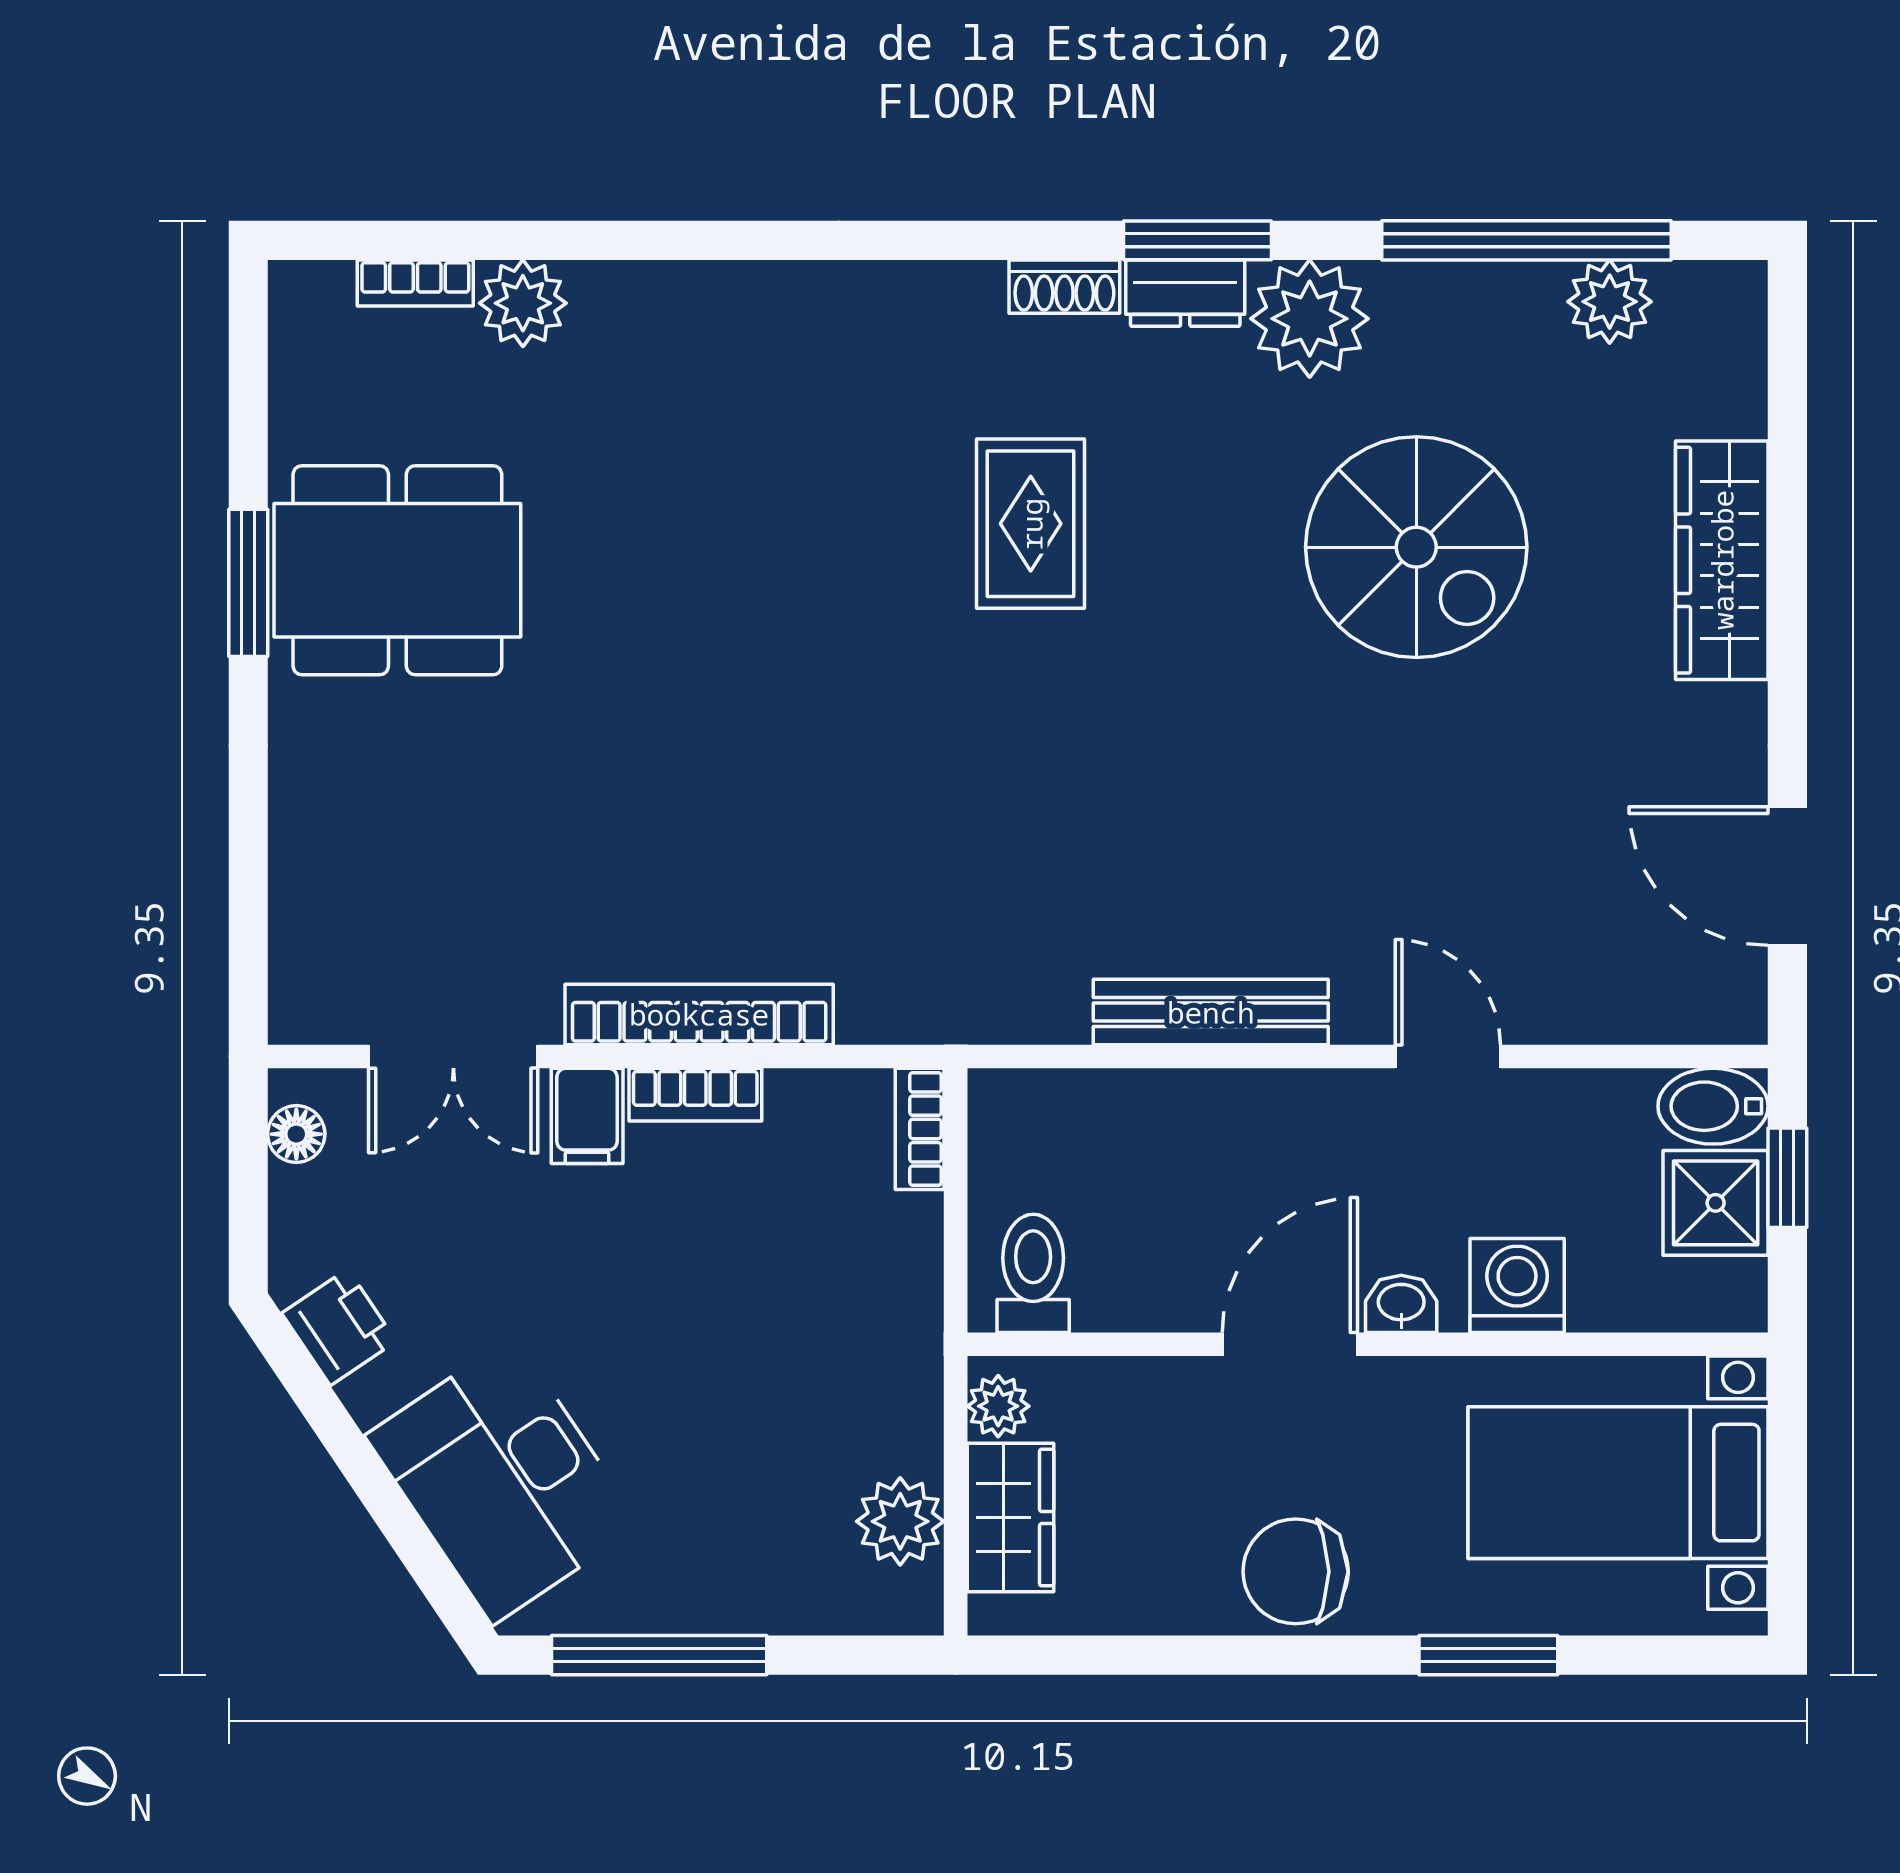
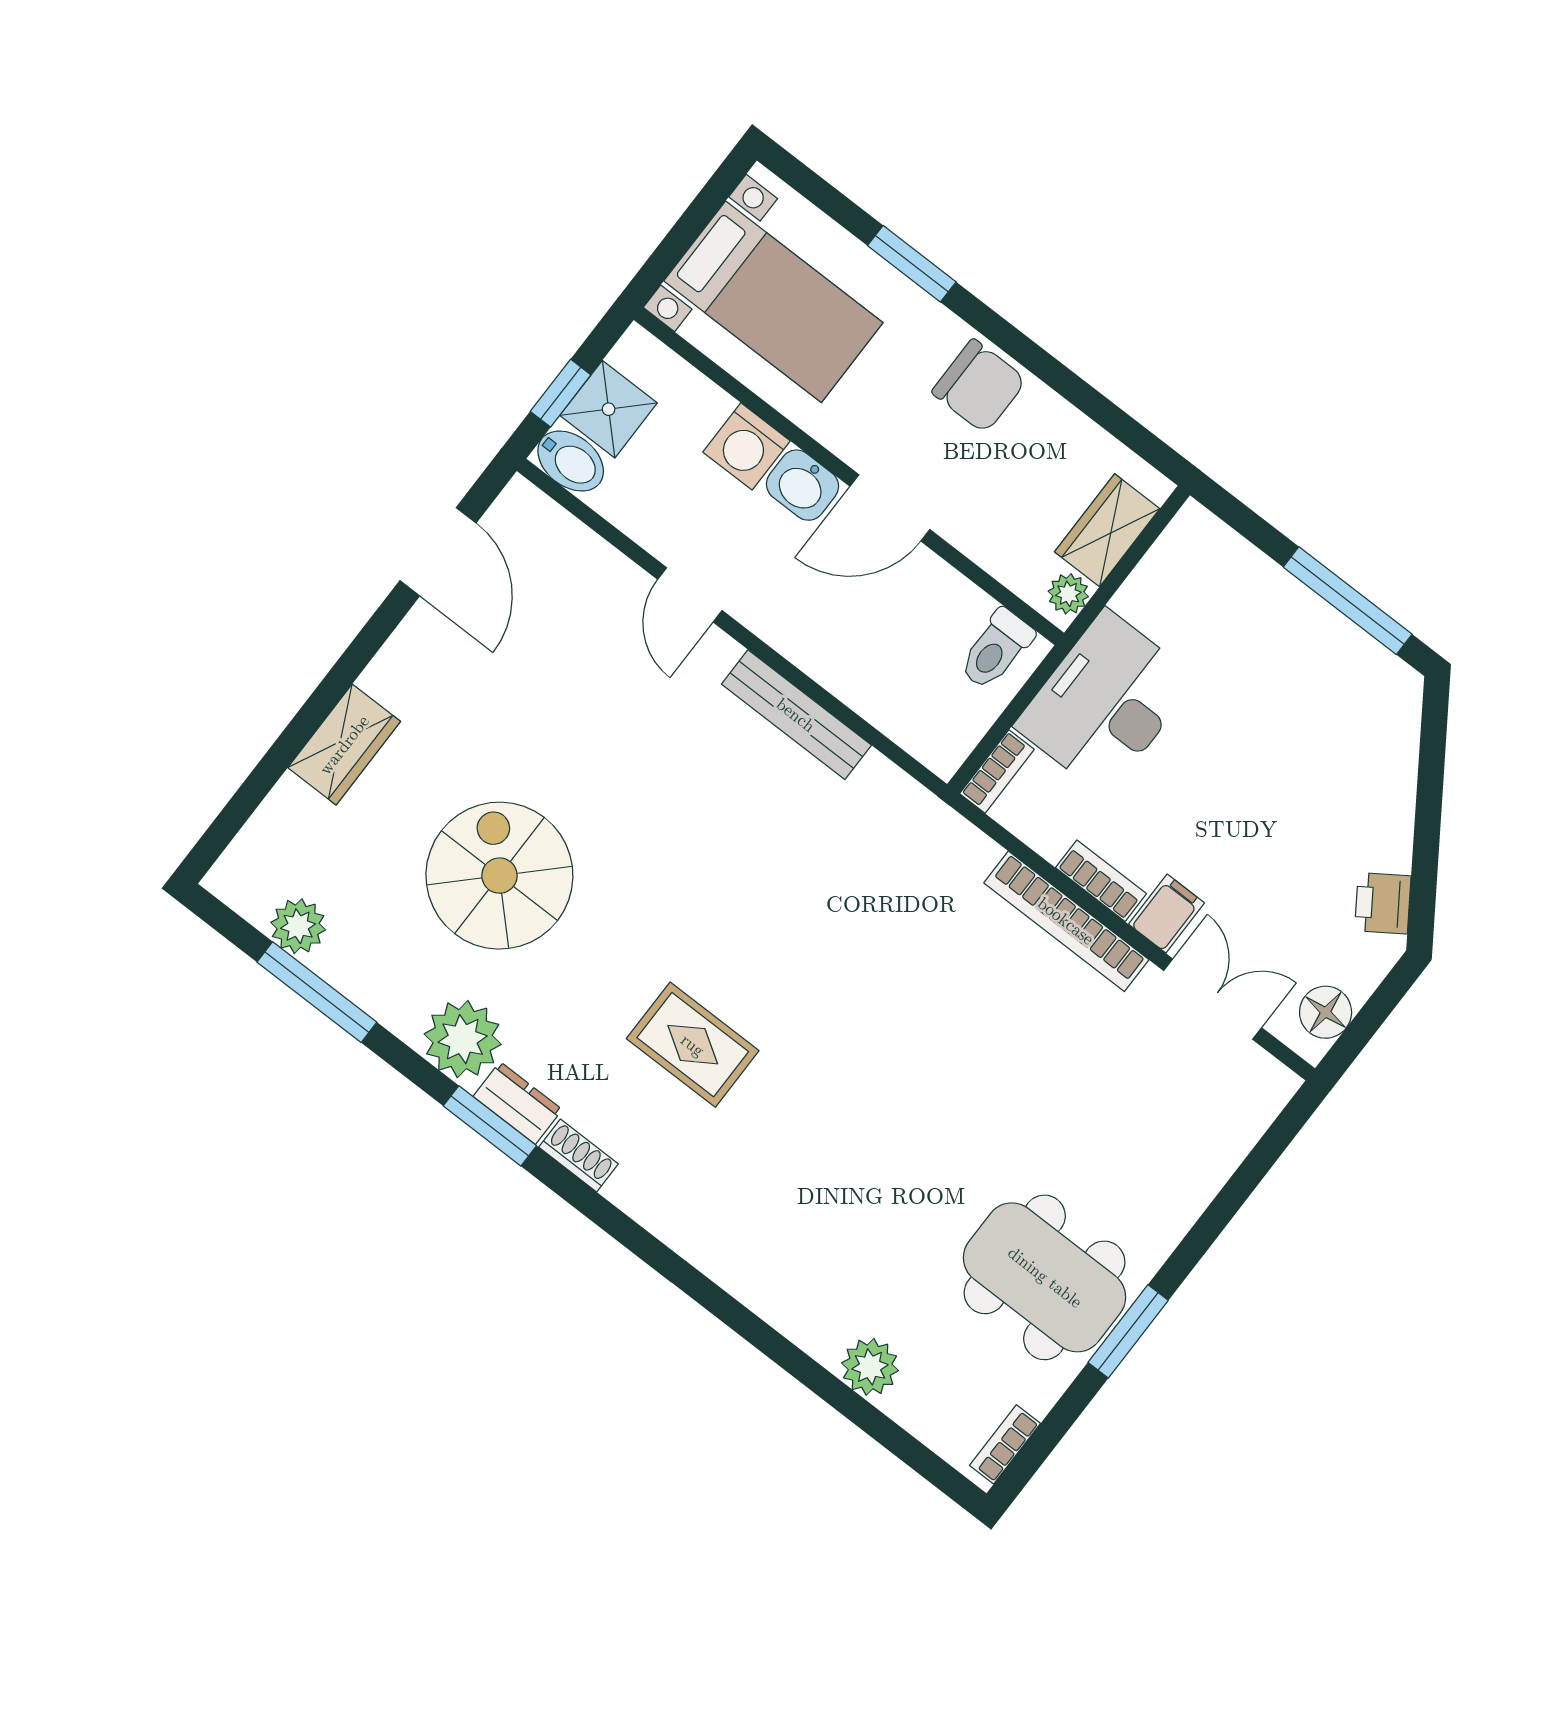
window: (1526, 240) -> (317, 992), width x0.68
bookcase: (415, 283) -> (1005, 1444), moved, turned -90
rug: (1031, 524) -> (693, 1045), turned 90
wardrobe: (1722, 560) -> (344, 745), width x0.67
floor lamp: (296, 1134) -> (1326, 1012), width x1.37, depth x1.37
washbasin: (1401, 1304) -> (803, 485), width x1.38, depth x1.45
desk: (503, 1481) -> (1106, 703), moved, turned -146
plant: (900, 1521) -> (1167, 573), removed

